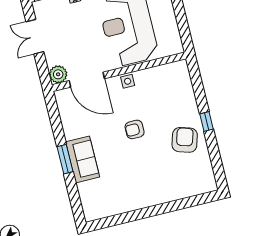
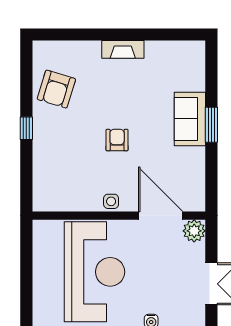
armchair: (135, 129) -> (117, 140), turned -90
armchair: (185, 140) -> (56, 89), moved
fireplace: (147, 200) -> (123, 49), added

